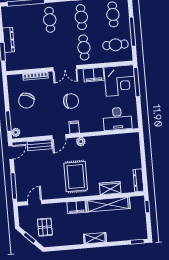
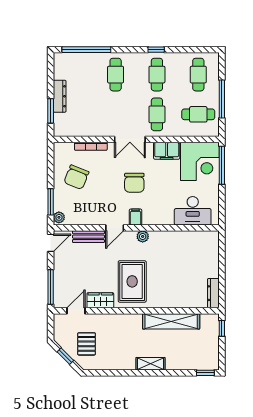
chair: (71, 101) -> (134, 183), turned 90
wardrobe: (110, 188) -> (100, 300), moved
filing cabinet: (76, 207) -> (130, 321), removed

